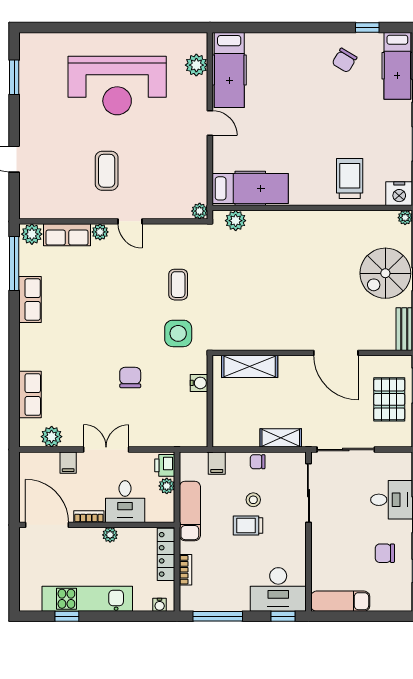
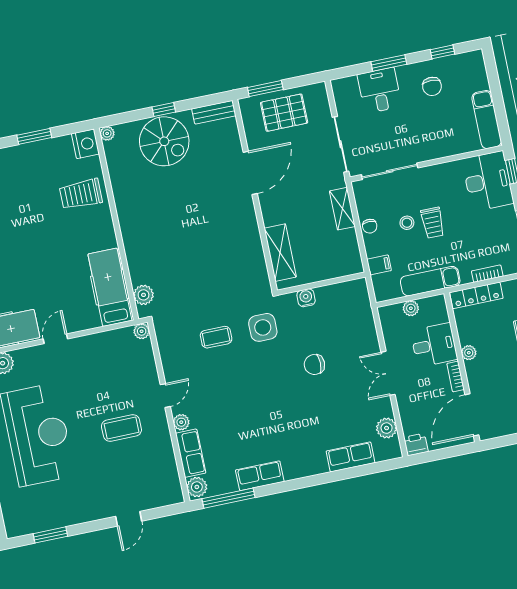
filing cabinet: (68, 463) -> (408, 407), removed
printer: (165, 465) -> (416, 445), moved, turned 180

